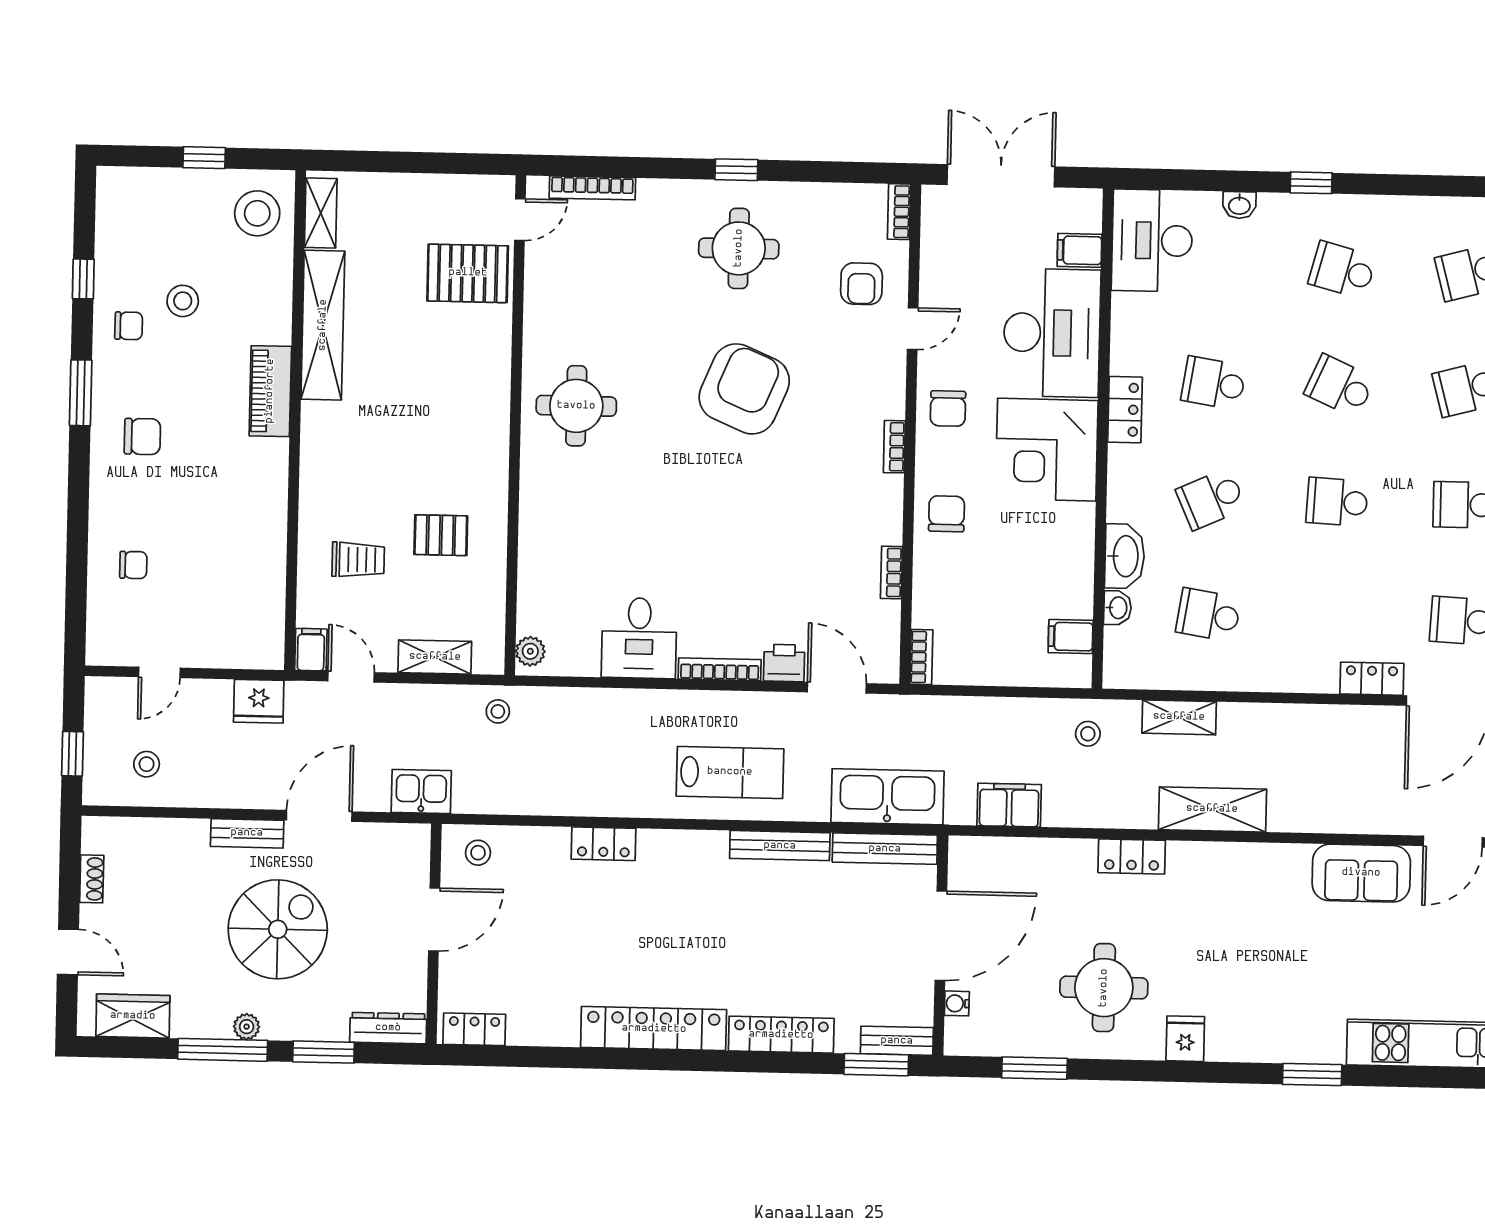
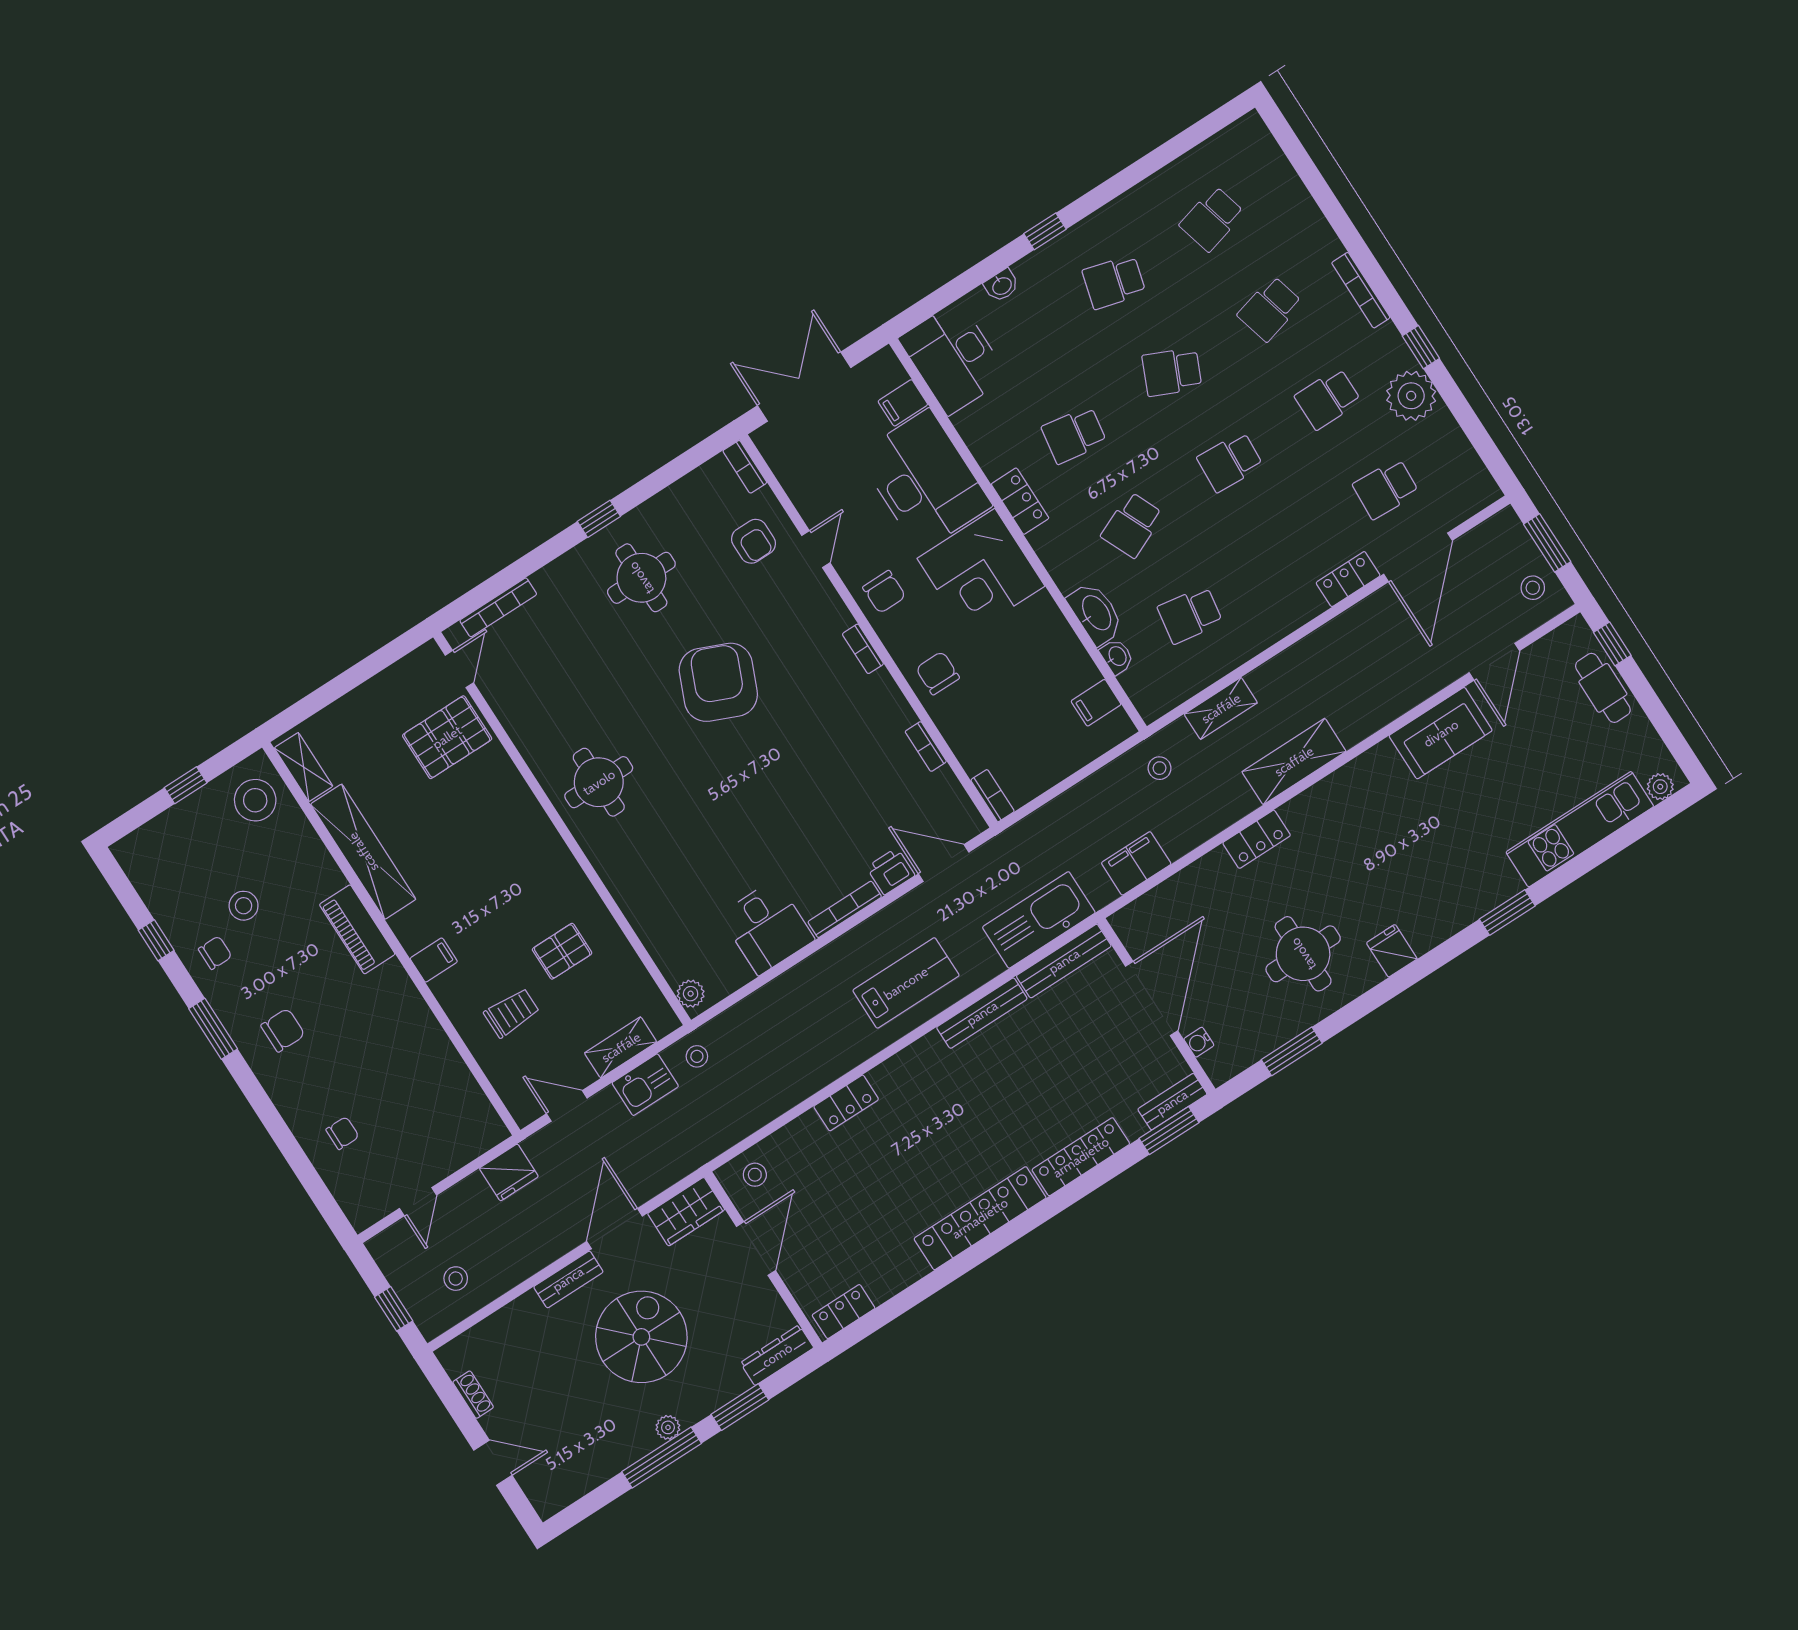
filing cabinet: (311, 650) -> (434, 960), moved, turned 90
kitchen sink: (421, 792) -> (645, 1085), moved, turned 180
wardrobe: (133, 1016) -> (686, 1212), moved, turned 180

